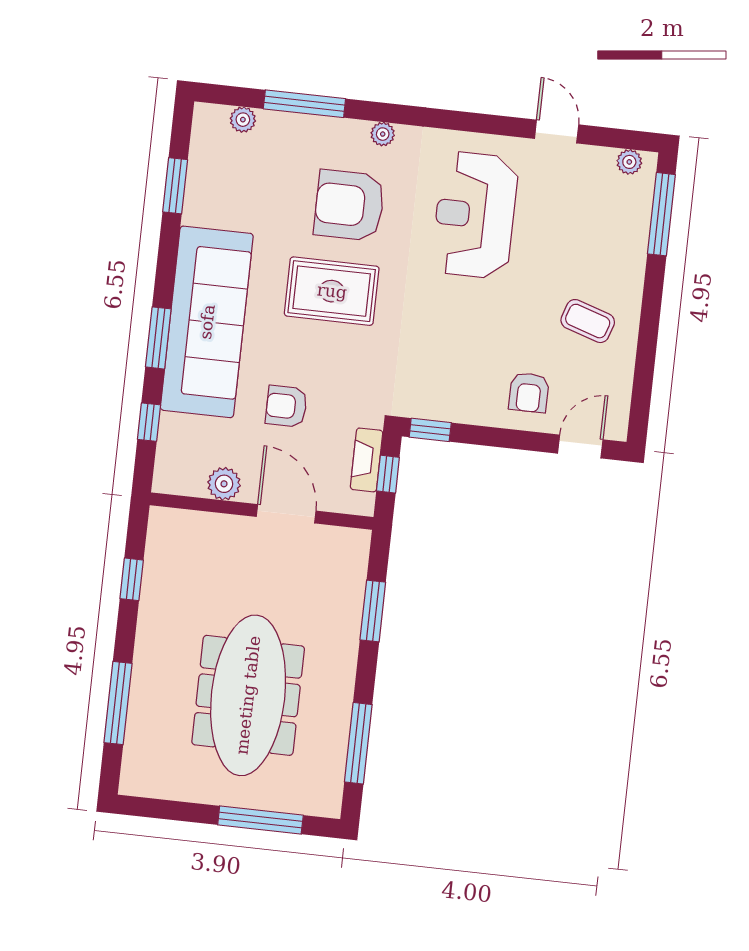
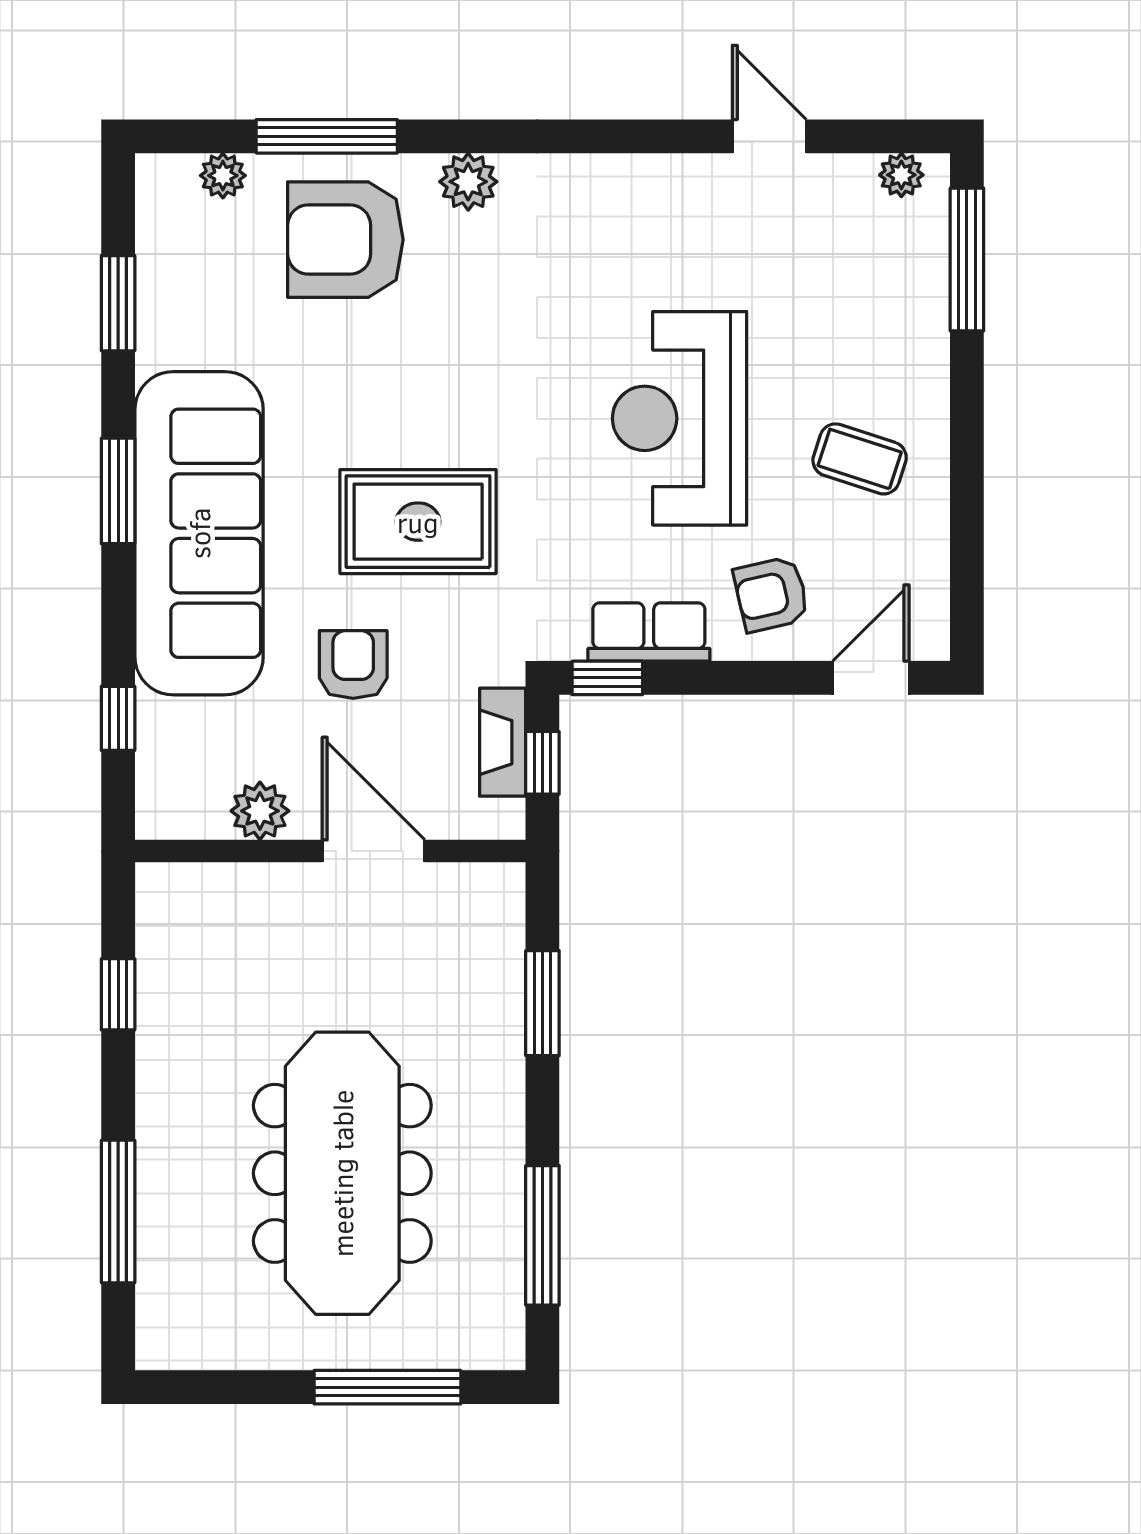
plant: (383, 134) -> (468, 182), width x1.38, depth x1.38
armchair: (349, 205) -> (345, 240), moved
reception desk: (475, 215) -> (679, 418), moved
rug: (332, 291) -> (418, 522), moved
window: (158, 338) -> (118, 491), moved
armchair: (529, 393) -> (771, 594), turned 77
armchair: (286, 406) -> (353, 665), turned 90
row of seats: (457, 406) -> (649, 632), added

